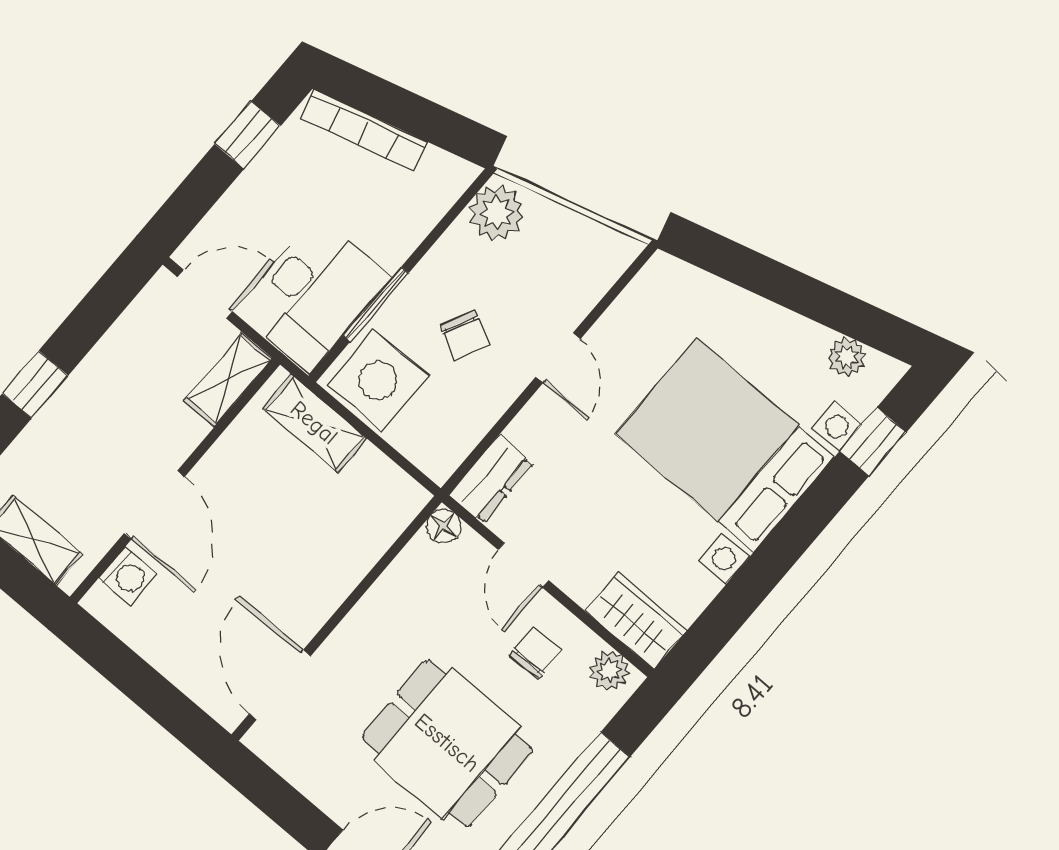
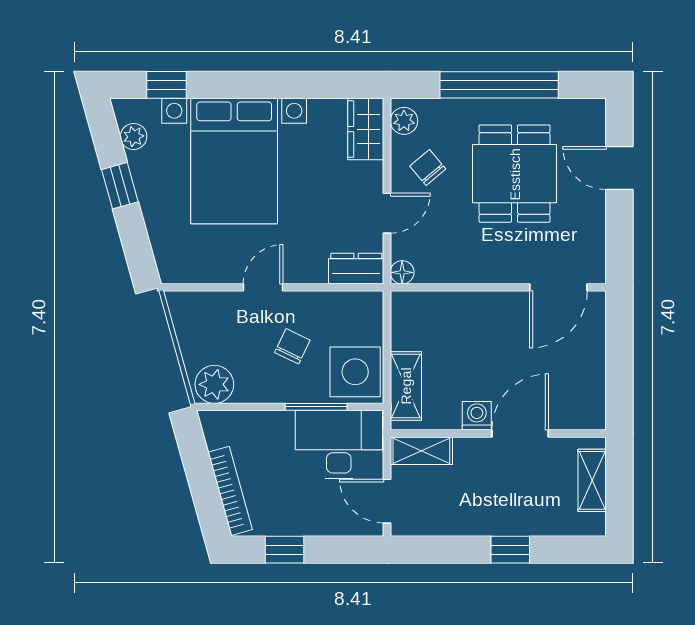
window: (805, 295) -> (120, 186), added
washing machine: (128, 576) -> (477, 416), moved
chair: (536, 653) -> (428, 168), turned 50

